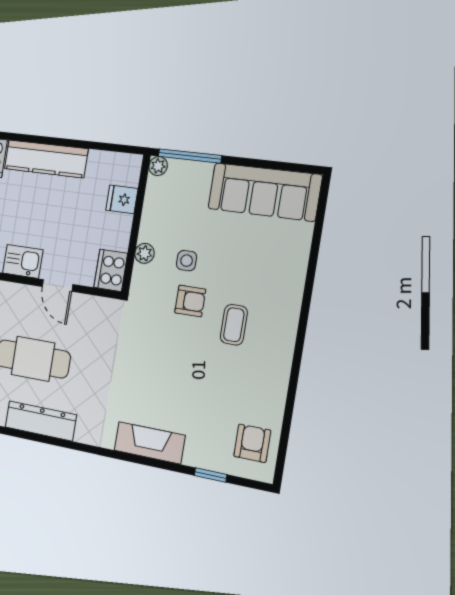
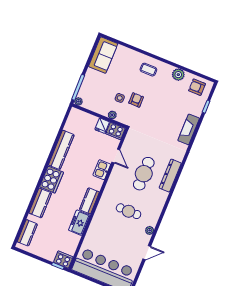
sofa: (264, 192) -> (103, 55), width x0.73
fridge: (122, 199) -> (102, 126), moved
door: (57, 286) -> (116, 156), hinge flipped
coffee table: (234, 325) -> (148, 70), moved
plant: (272, 390) -> (178, 75), added

